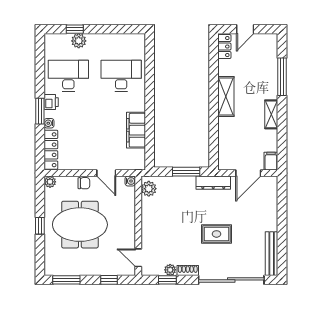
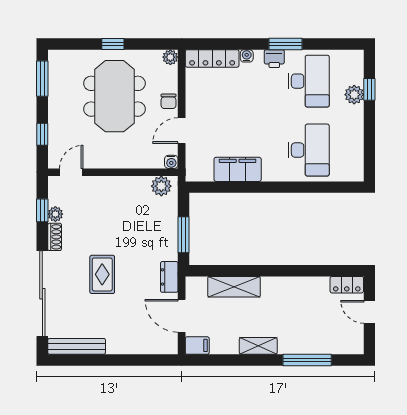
shelving: (226, 96) -> (234, 287), moved
window: (40, 111) -> (285, 44), moved
dresser: (213, 183) -> (169, 277), width x0.70

